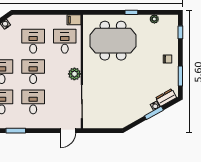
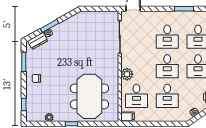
meeting table: (113, 41) -> (89, 96), turned 90
plant: (74, 74) -> (127, 74), moved

